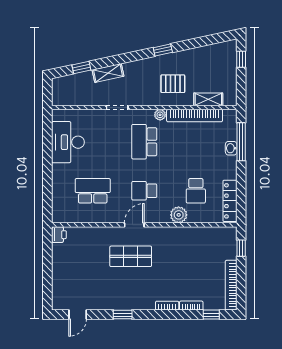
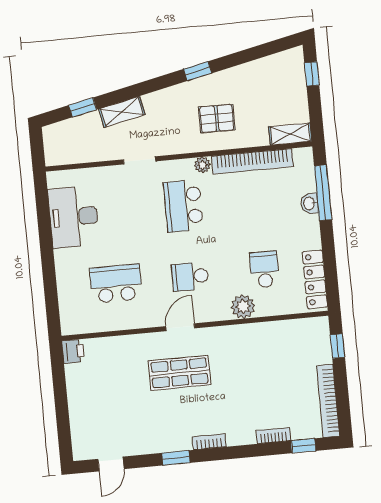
shelving: (208, 99) -> (290, 134), moved
school desk: (196, 191) -> (264, 269), turned 180
bookcase: (167, 306) -> (209, 442), moved

